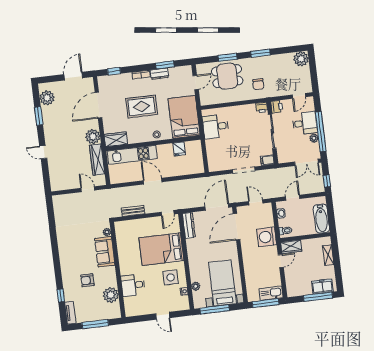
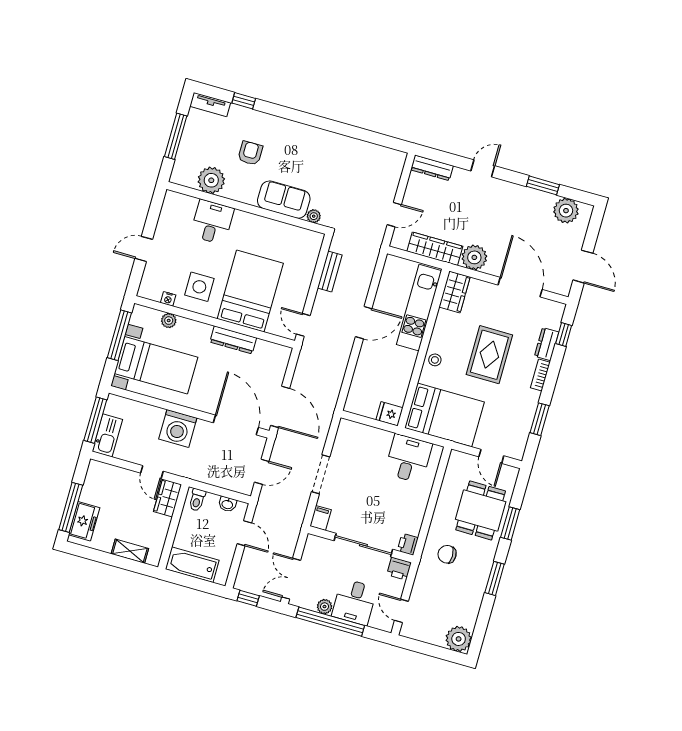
dresser: (159, 74) -> (547, 344), moved
fridge: (179, 149) -> (389, 414), moved
dresser: (54, 179) -> (432, 168), added
dresser: (189, 225) -> (233, 340), moved
washing machine: (267, 237) -> (178, 429), moved, turned 180

